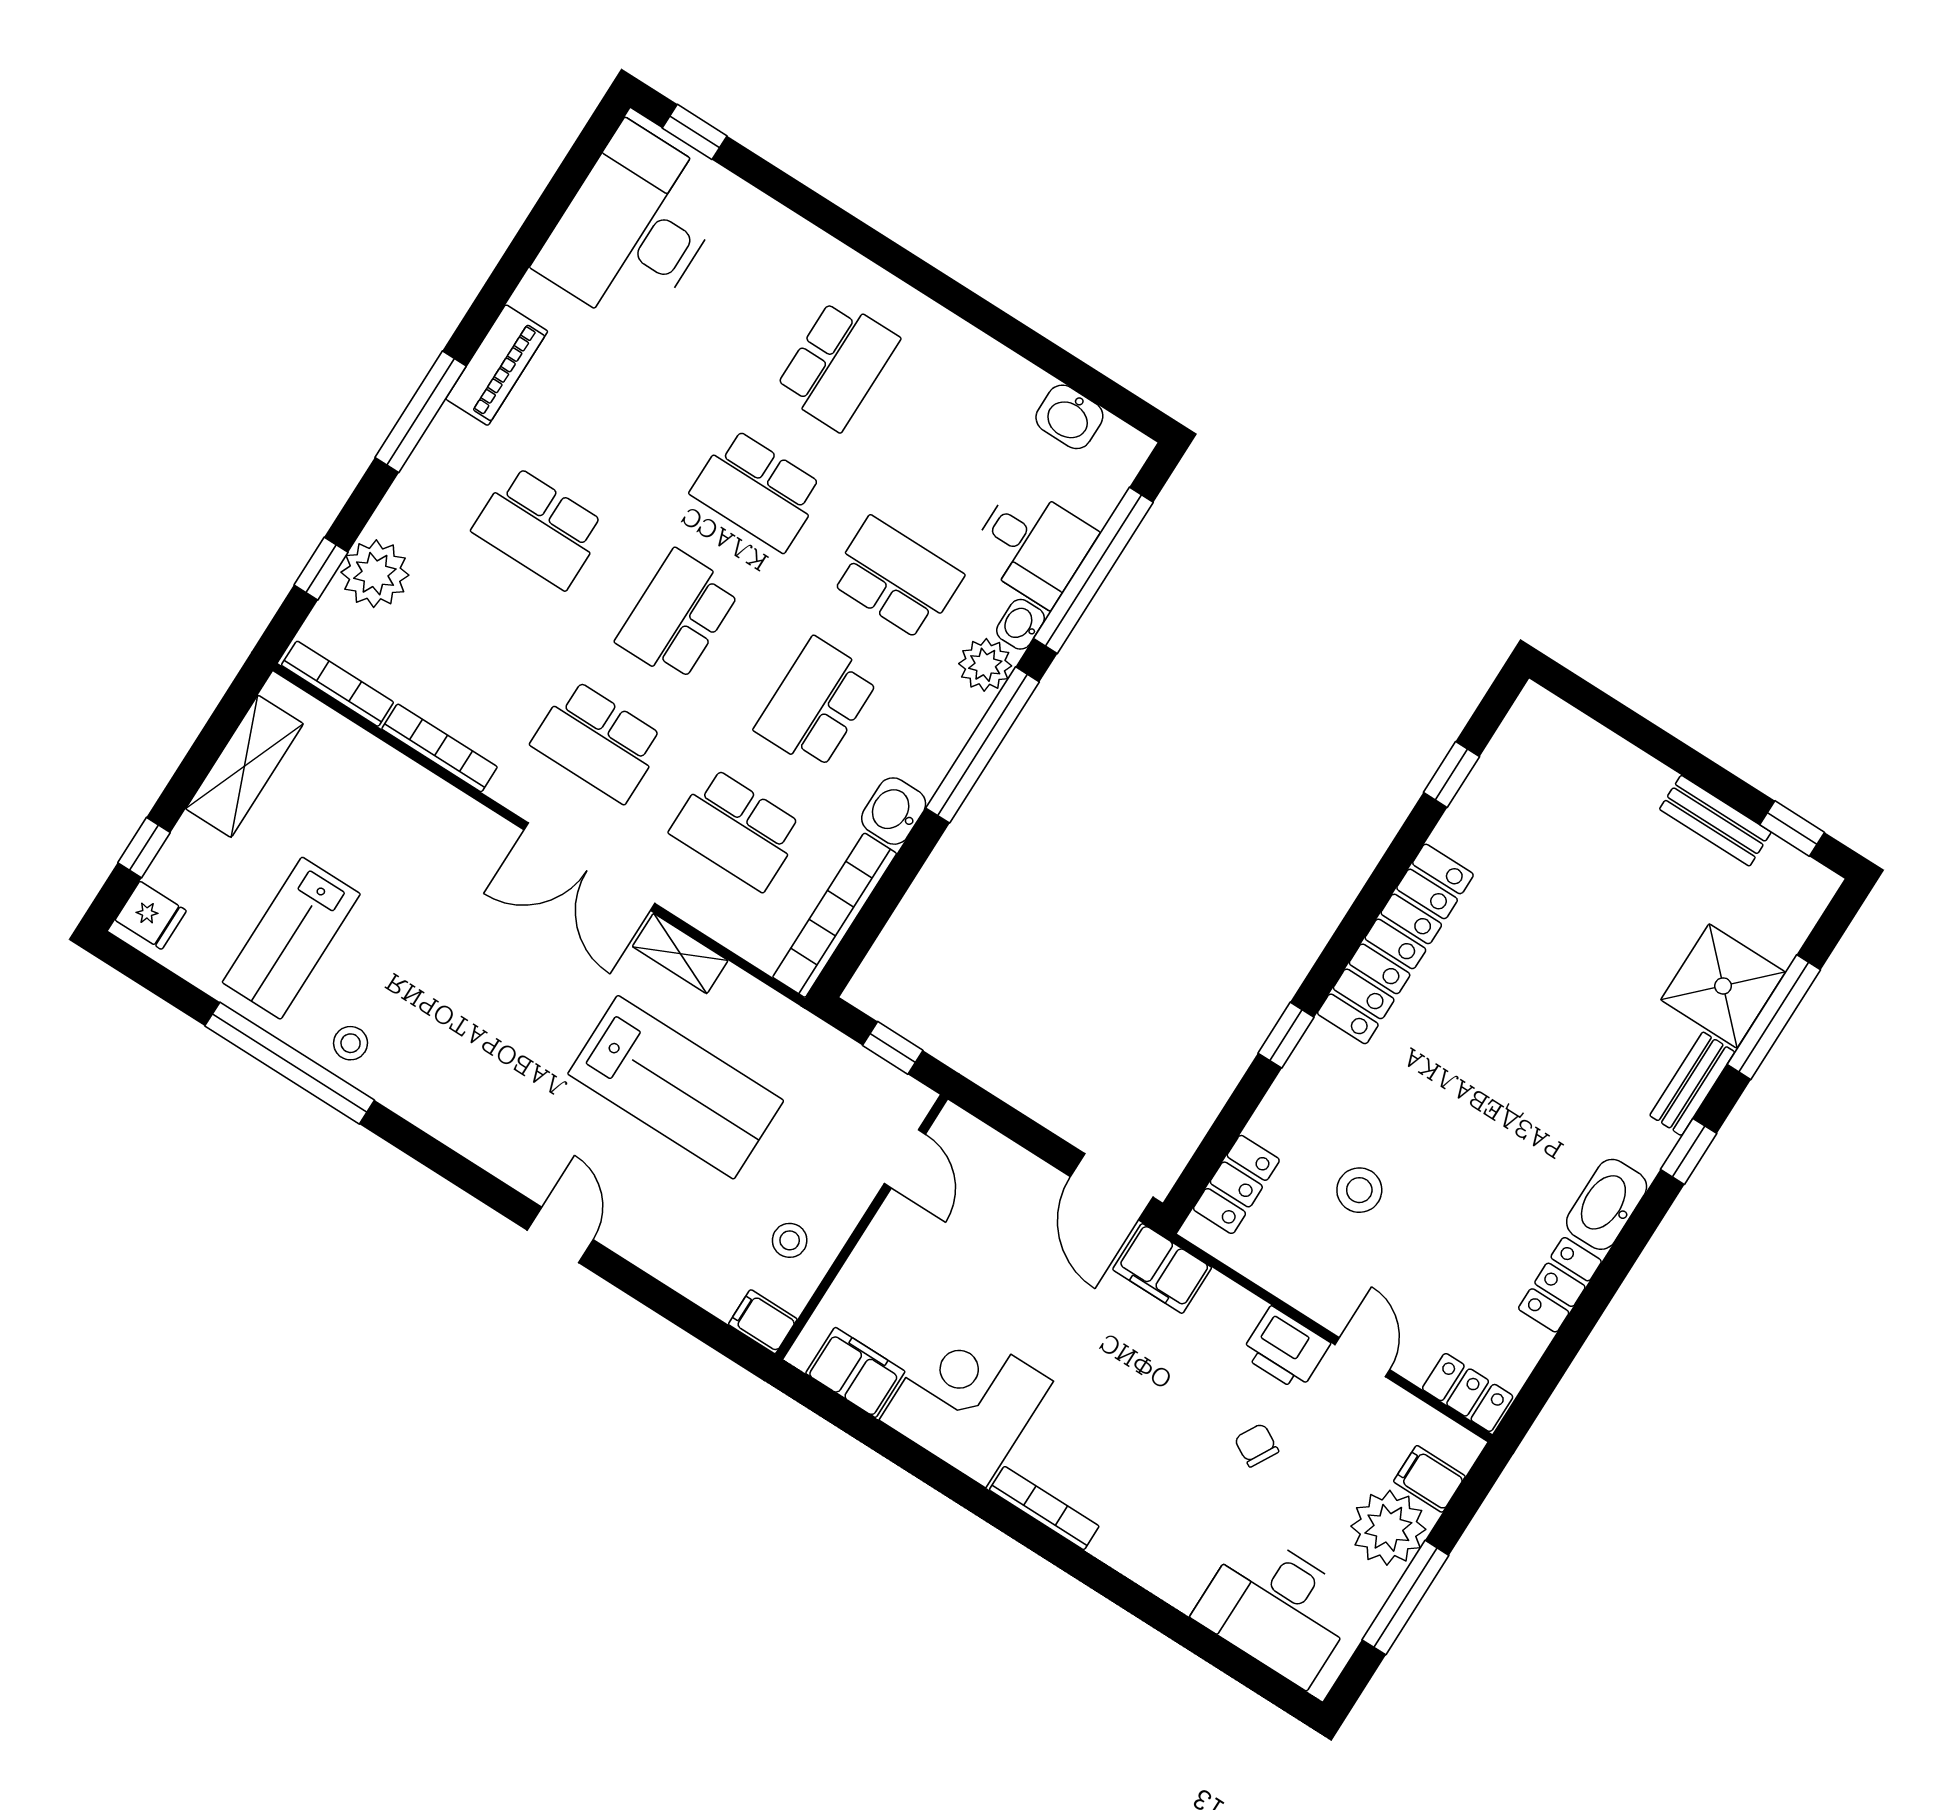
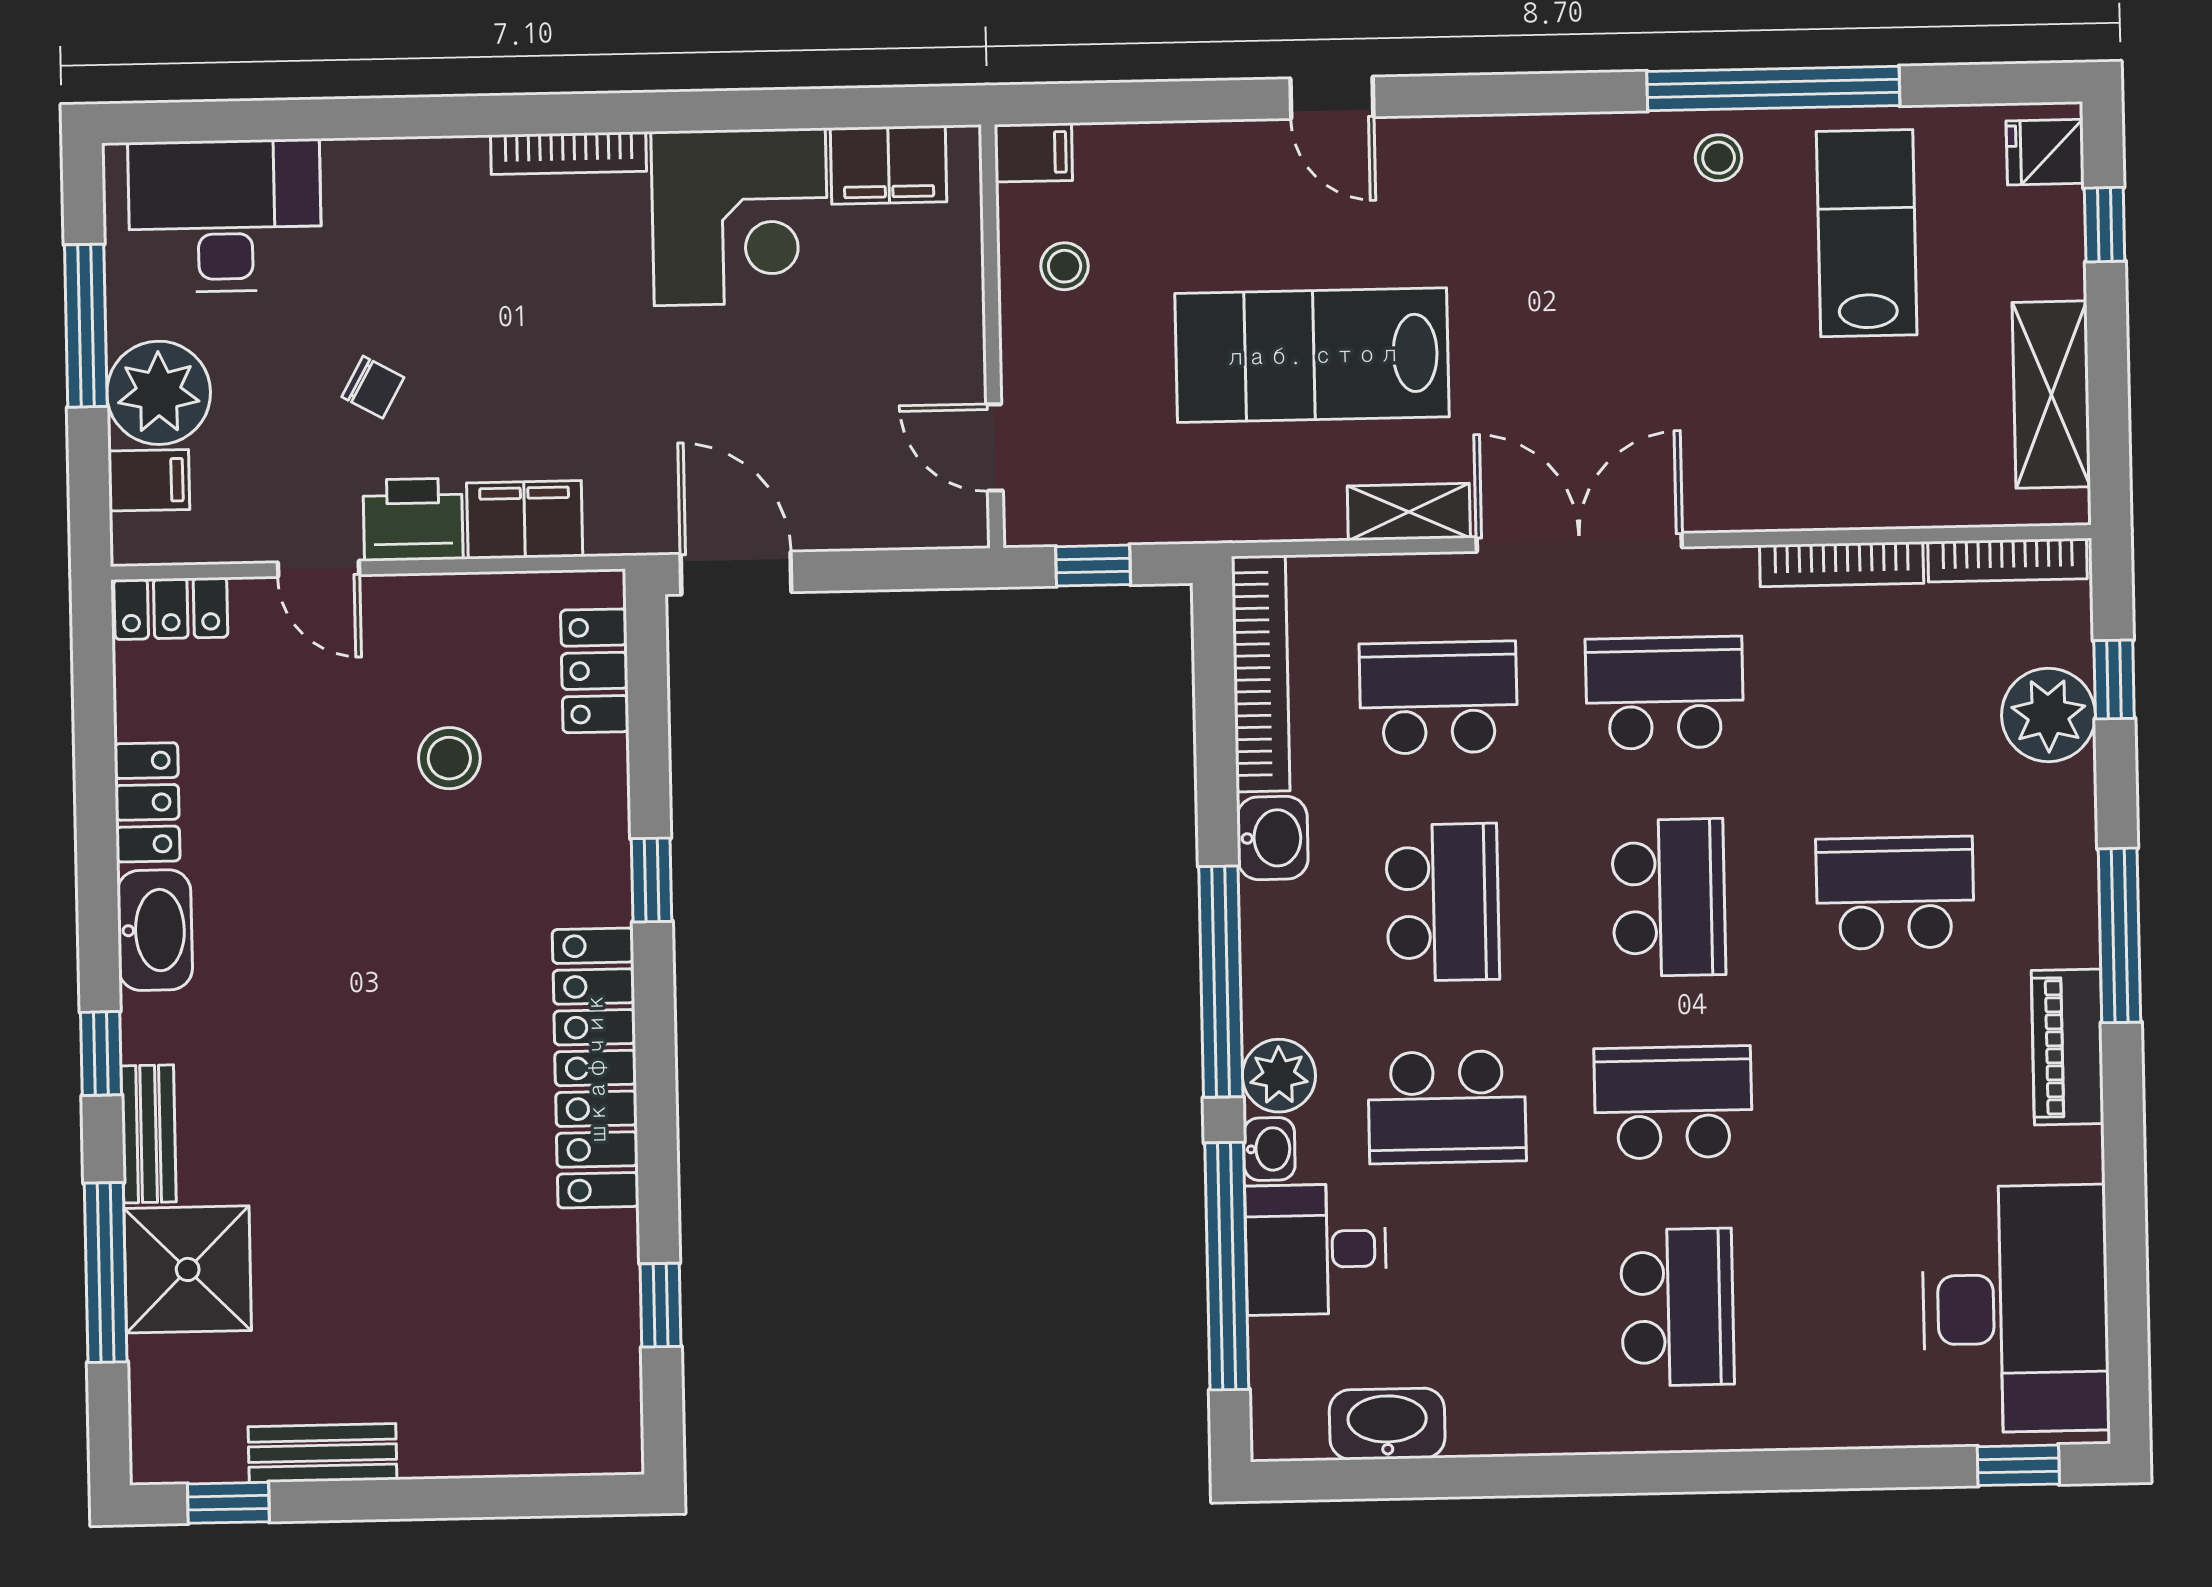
school desk: (837, 365) -> (1677, 1307), turned 180
washbasin: (1069, 417) -> (1387, 1424), width x1.38
filing cabinet: (1162, 1268) -> (525, 520), moved

